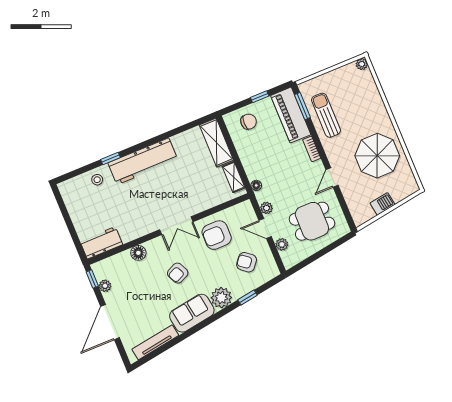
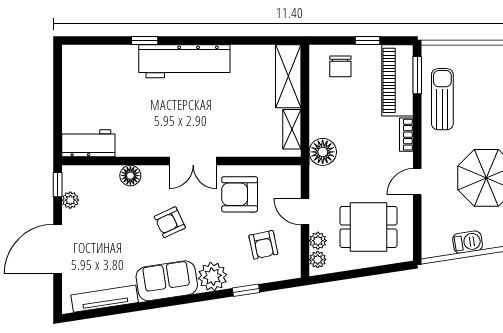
chair: (249, 122) -> (340, 66), turned 90
stool: (97, 180) -> (116, 61), removed
floor lamp: (256, 185) -> (323, 152), width x1.89, depth x1.89
plant: (267, 208) -> (318, 260), moved
armchair: (247, 262) -> (263, 245), turned -141

